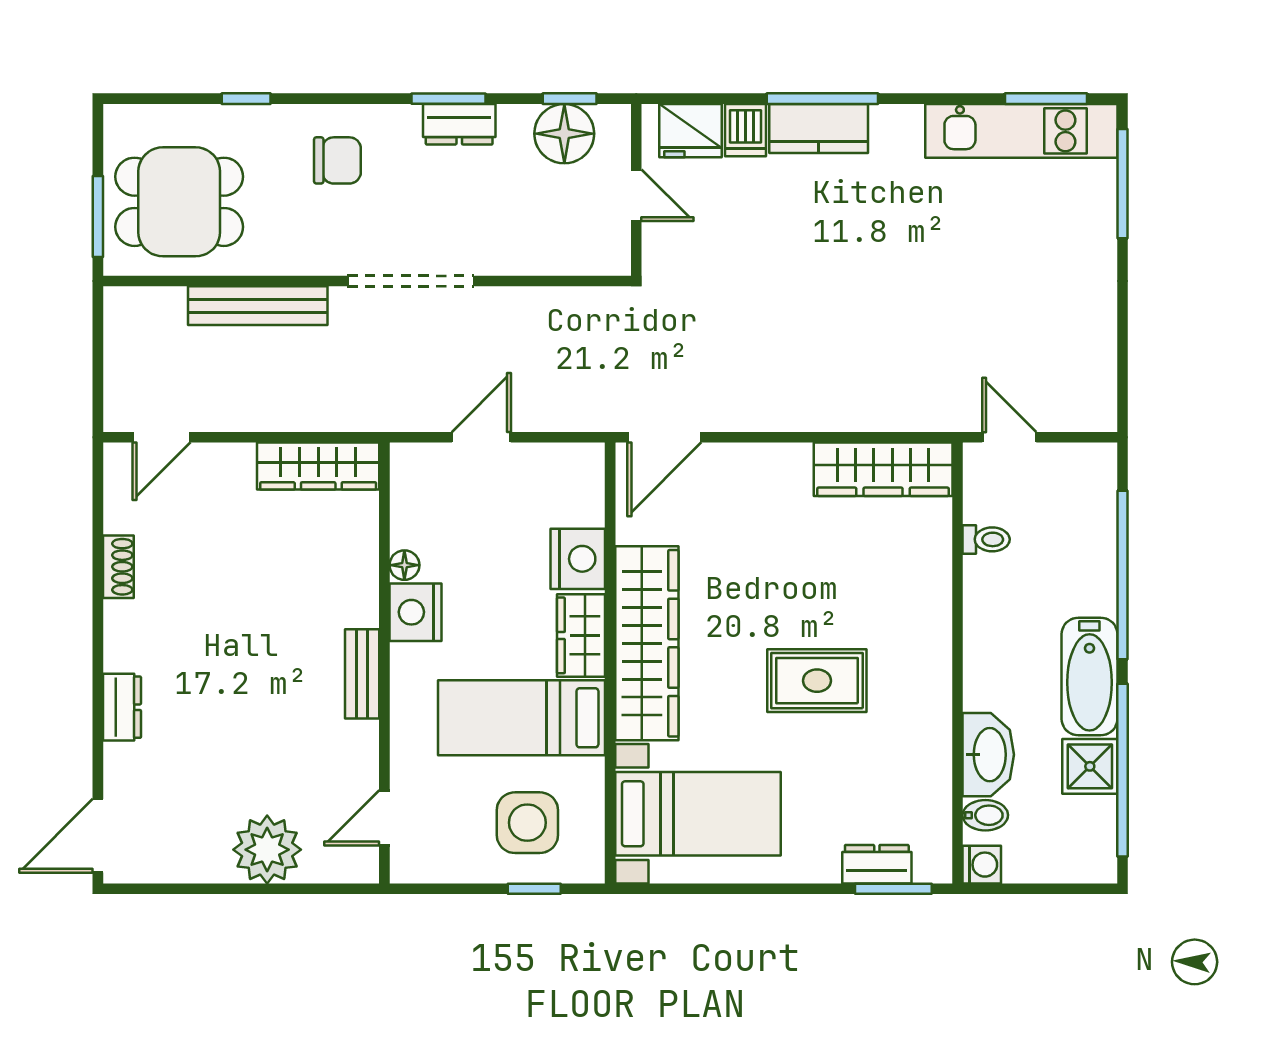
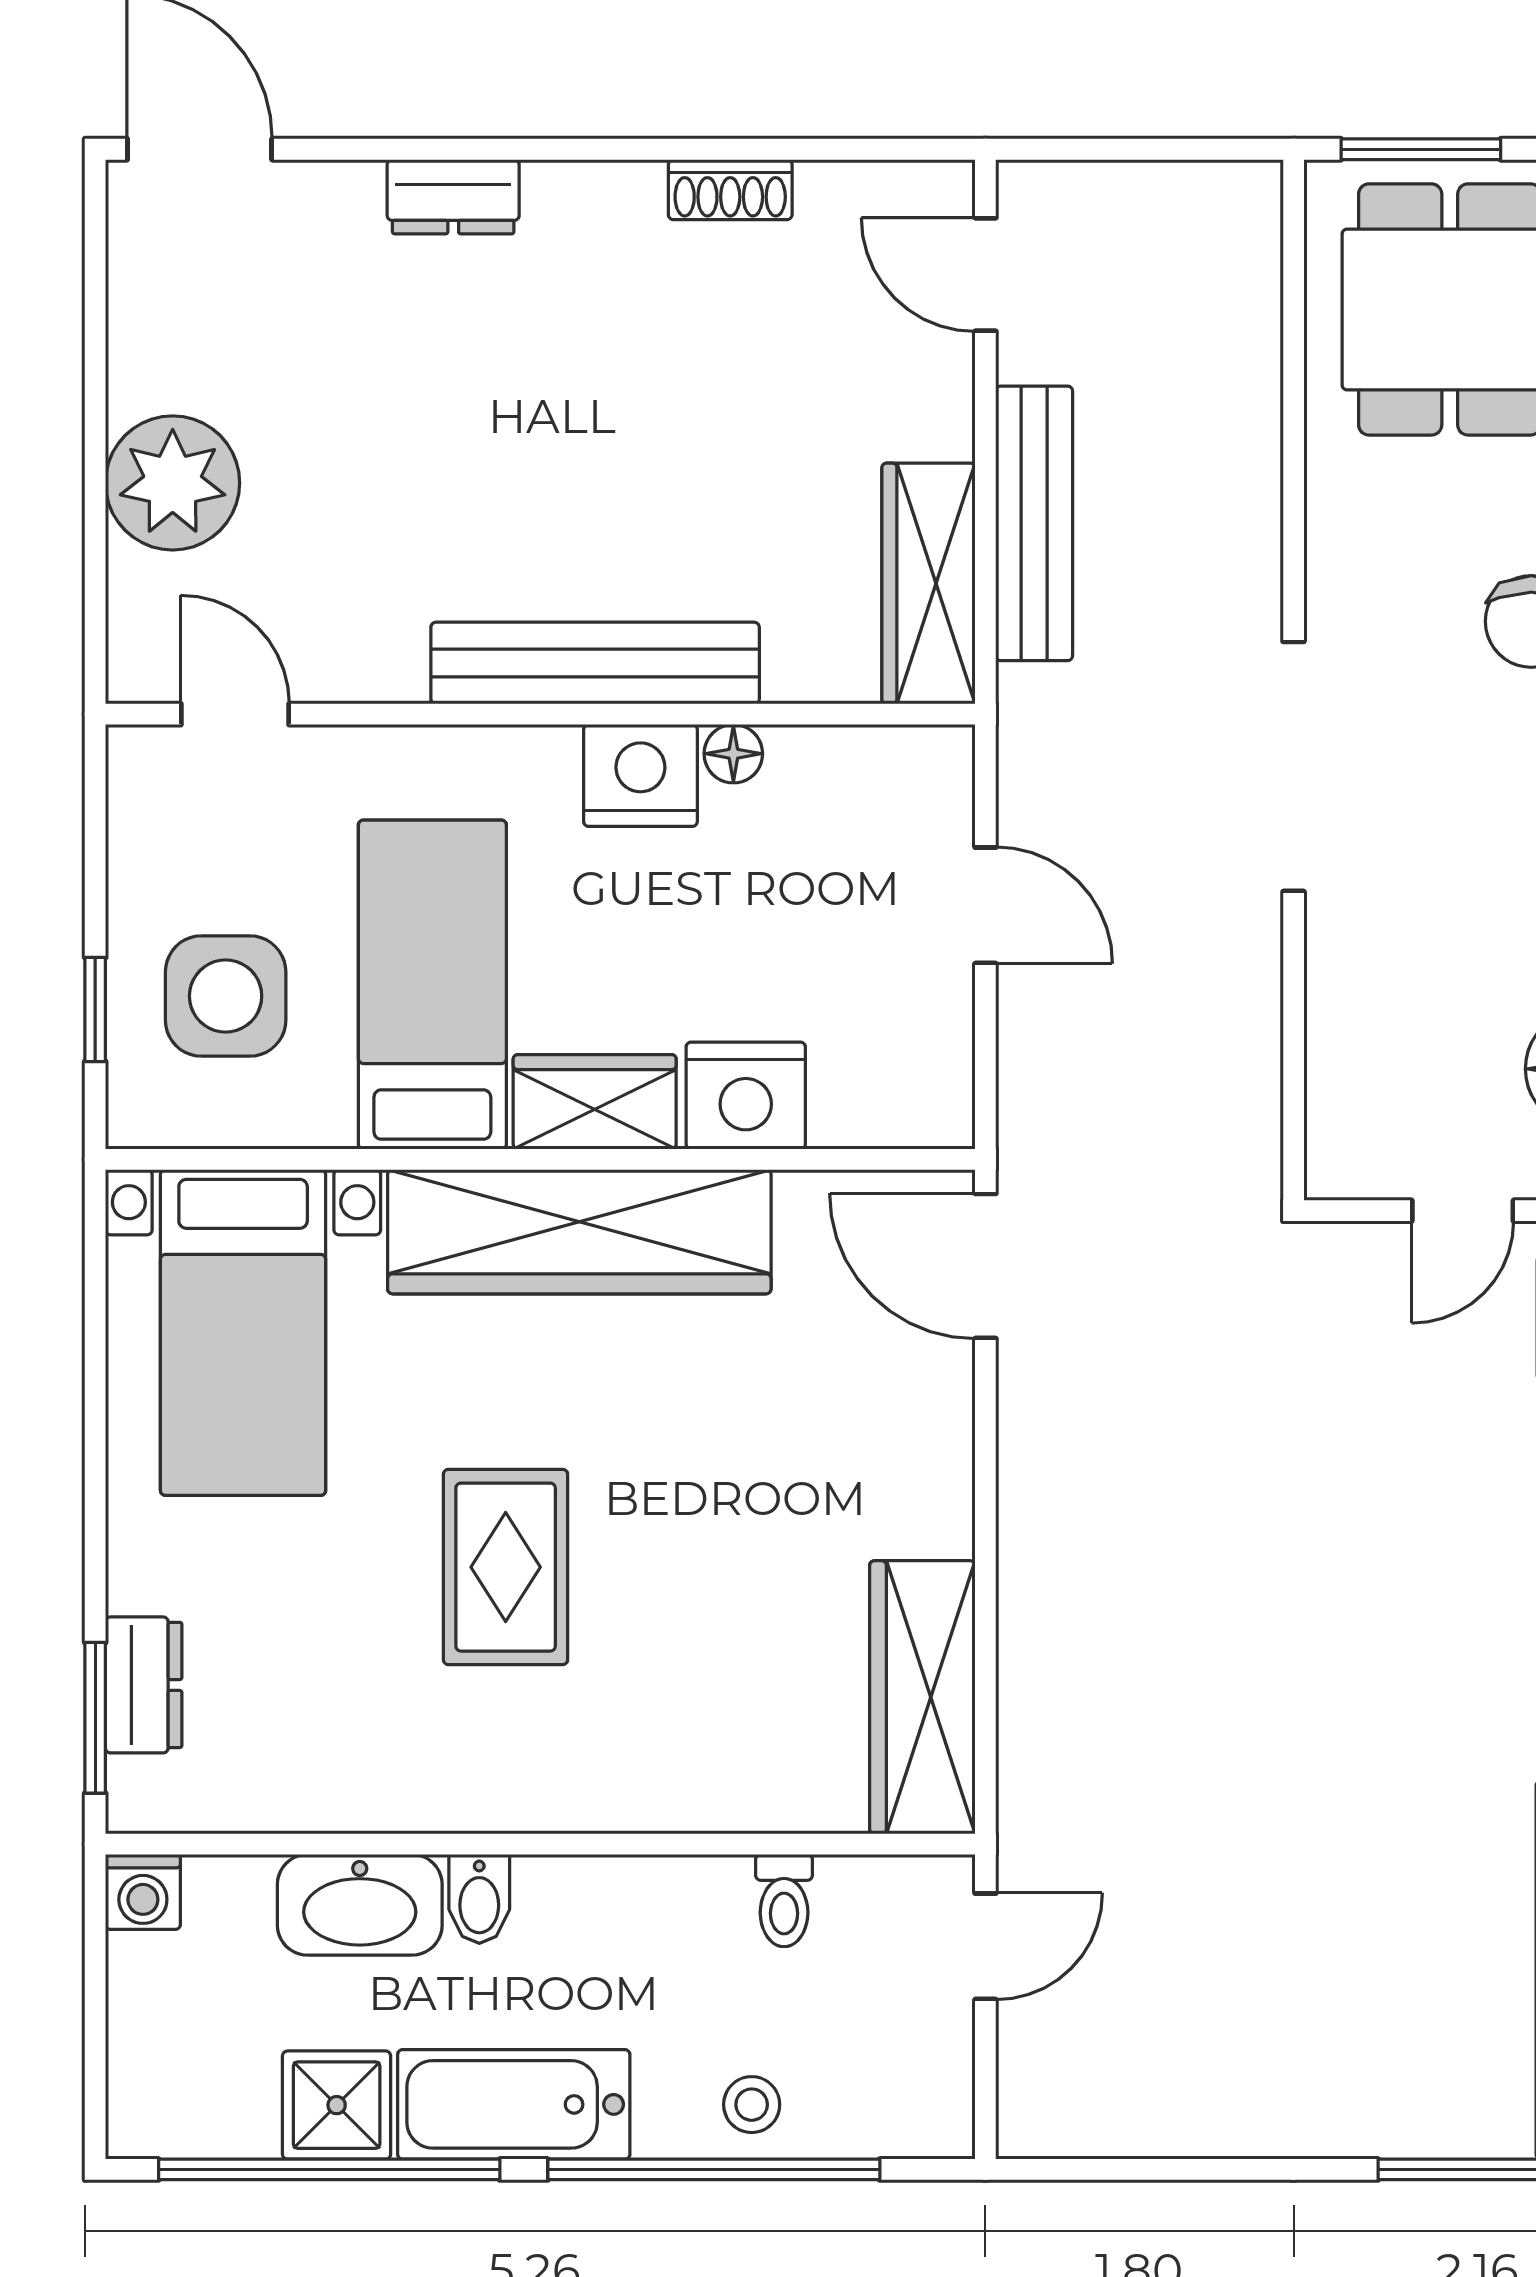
bench: (258, 306) -> (1034, 523), moved
stool: (1090, 556) -> (752, 2105), added
bench: (362, 674) -> (595, 663), width x1.86, depth x1.21
bidet: (985, 815) -> (479, 1899), moved

